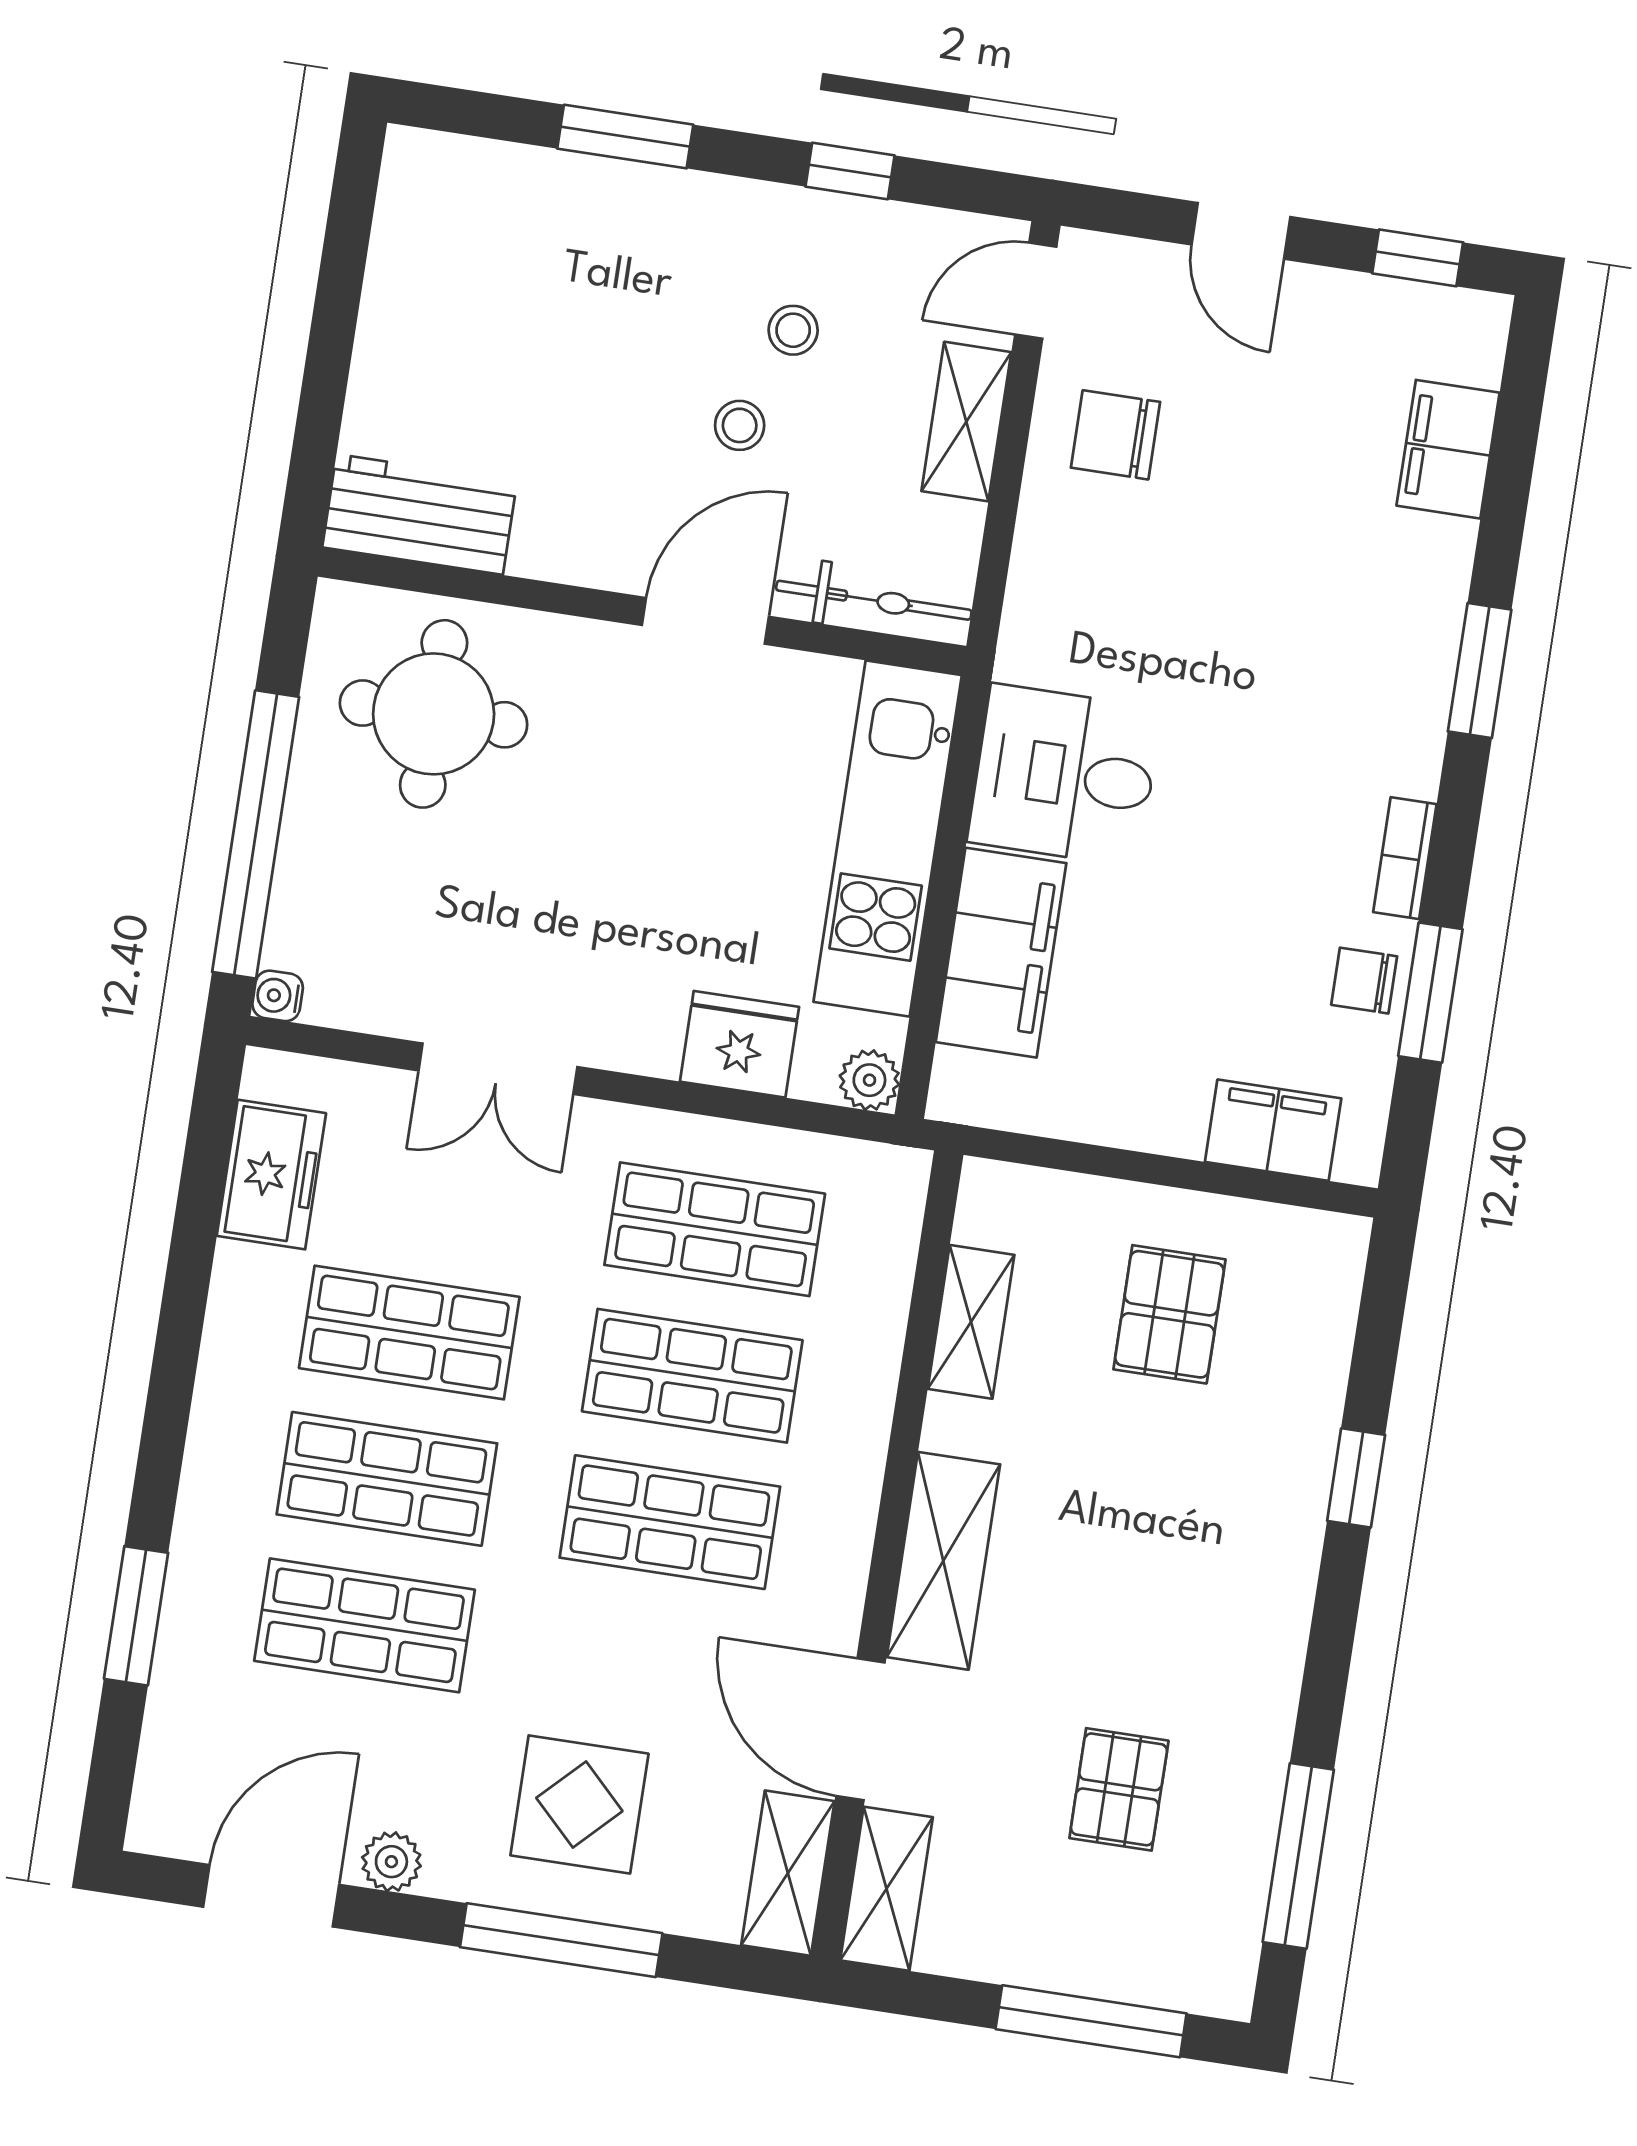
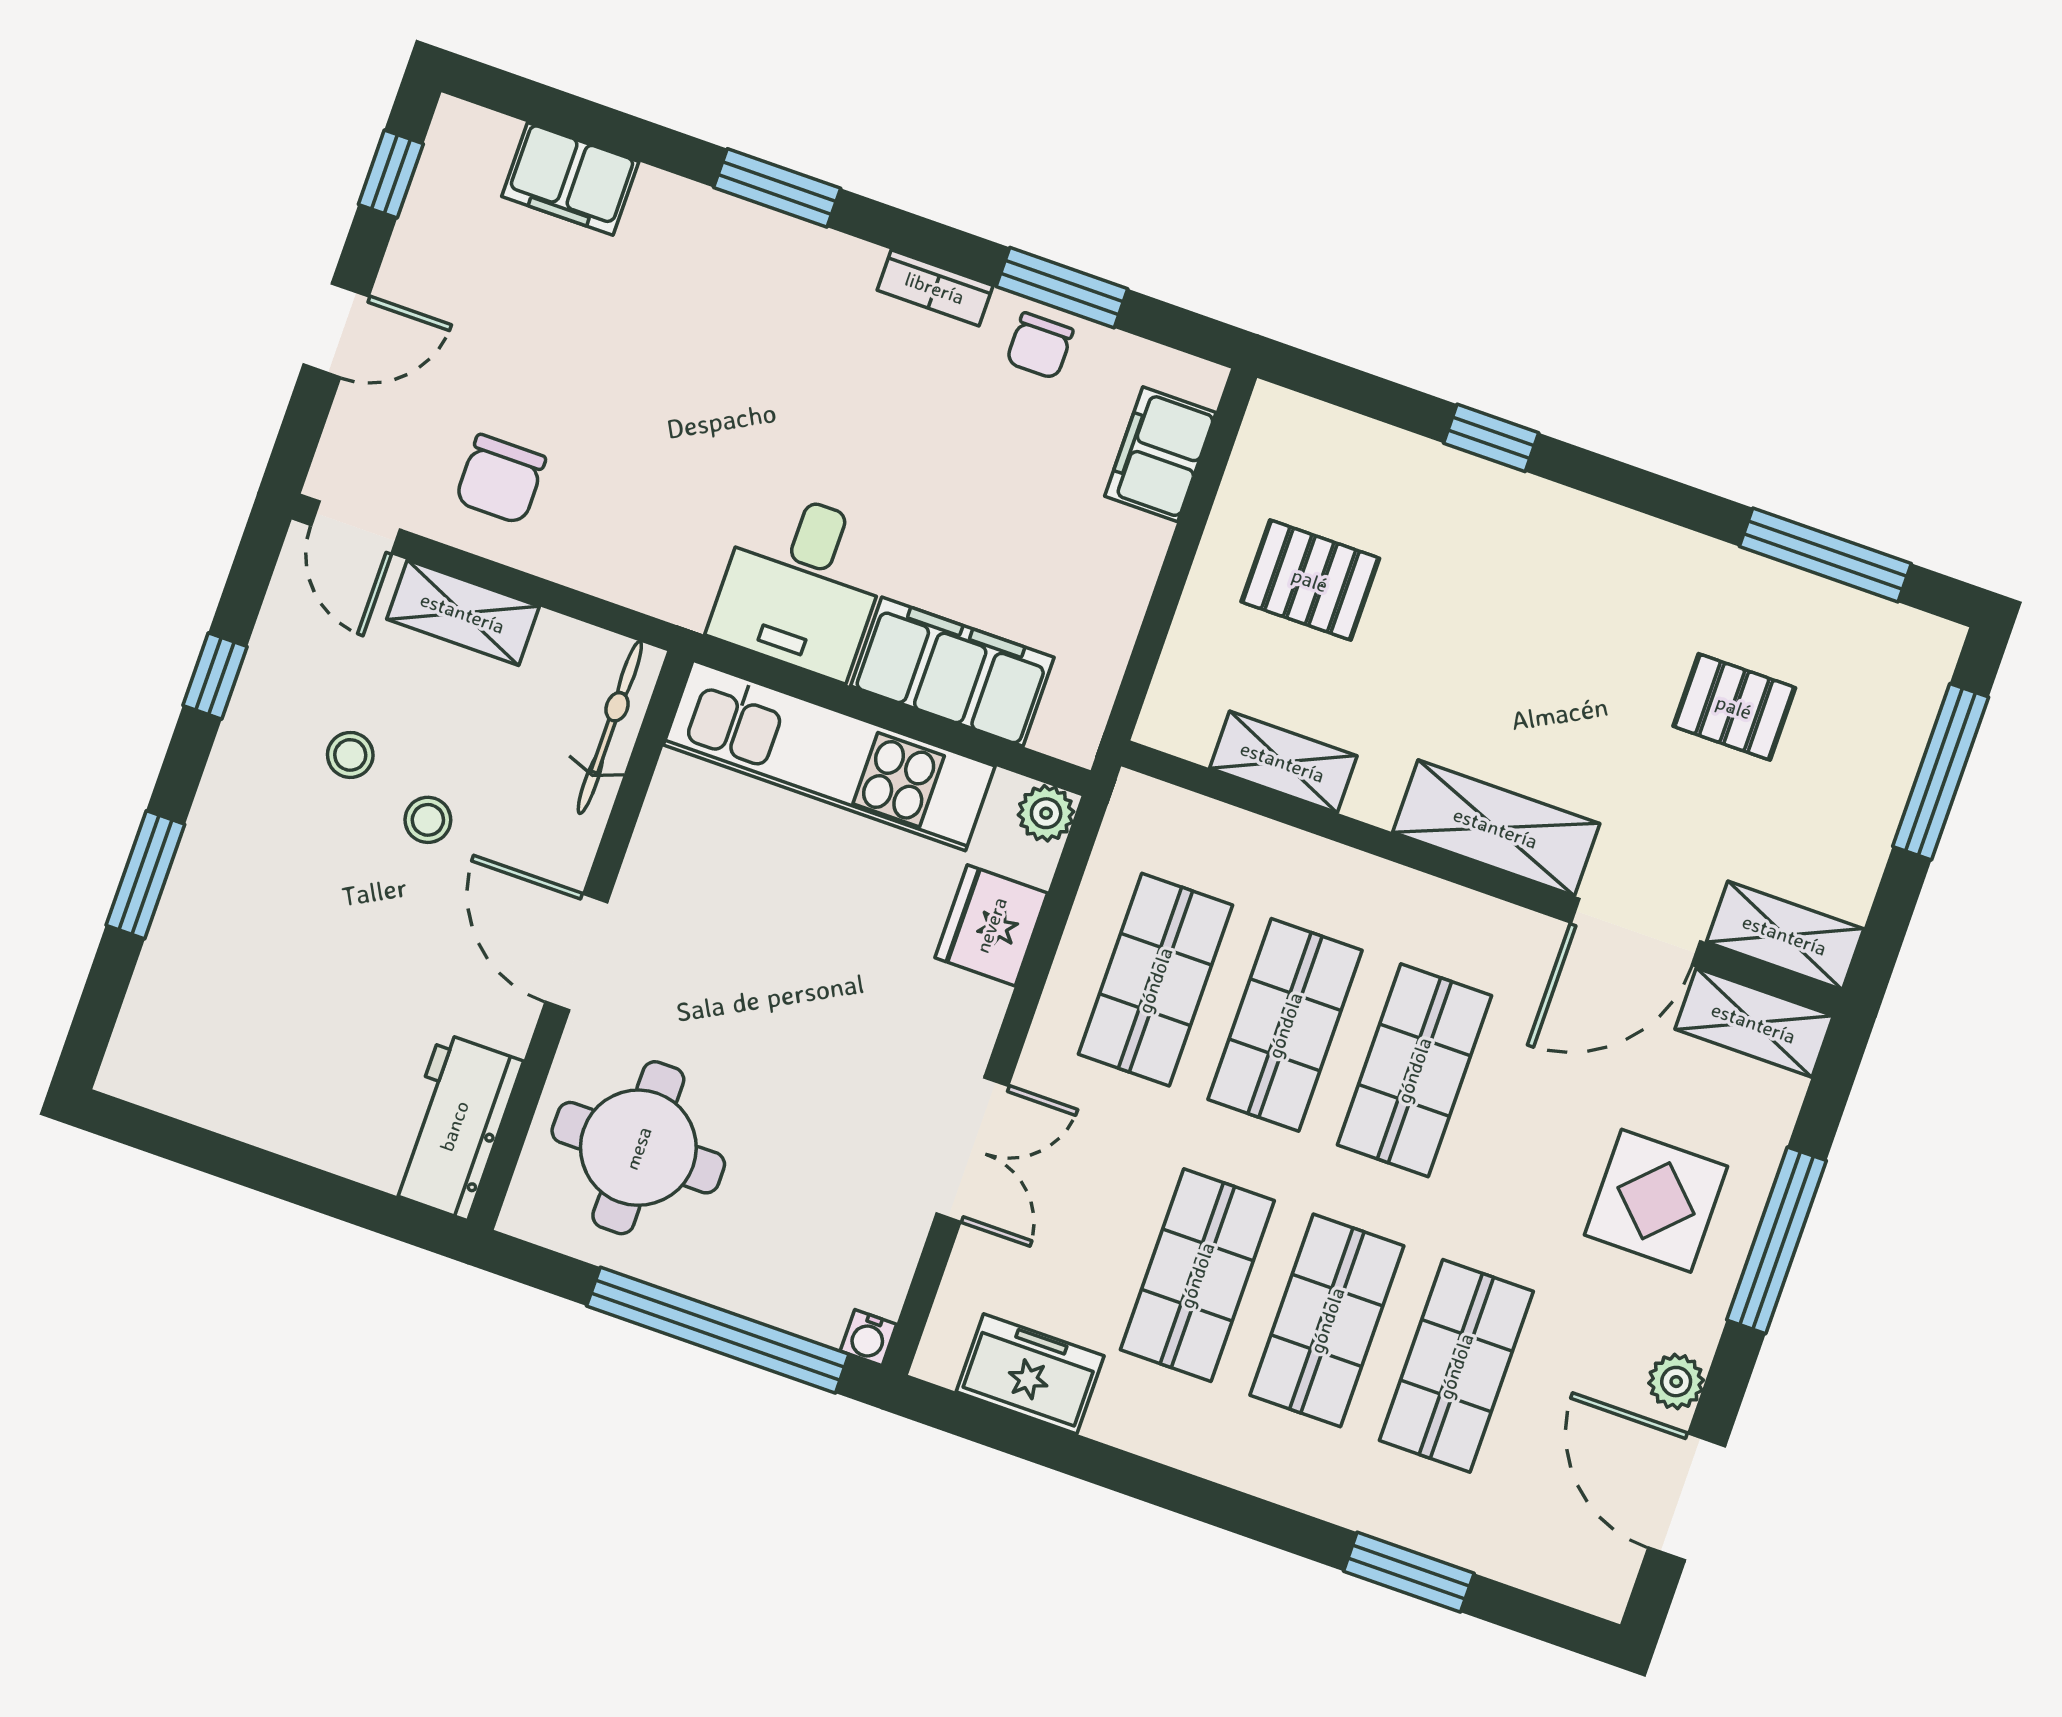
door: (705, 621) -> (576, 952), moved

